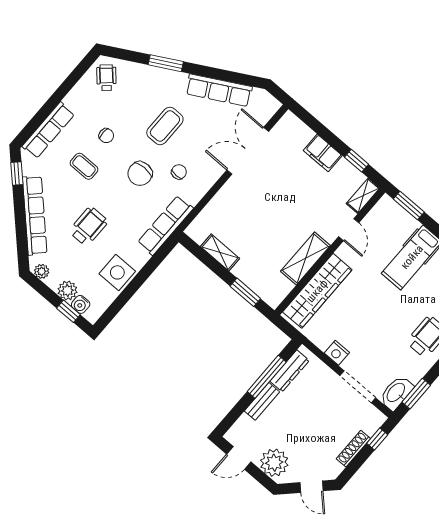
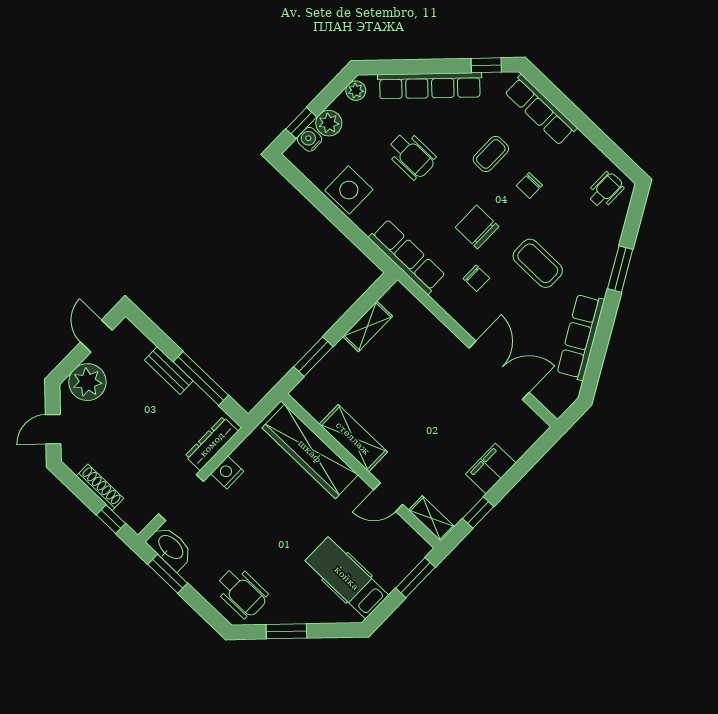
wheelchair: (106, 78) -> (606, 190), turned -48
dresser: (290, 371) -> (212, 444), moved, turned 90

